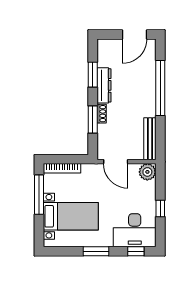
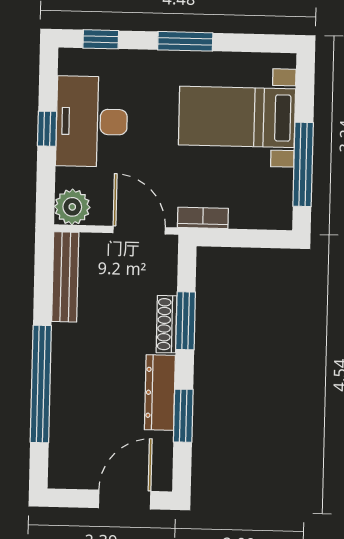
door: (134, 35) -> (125, 500), moved
shoe rack: (102, 114) -> (167, 324), width x1.43
bookcase: (62, 168) -> (203, 218), moved, width x0.64
desk: (135, 230) -> (92, 122), moved, turned -90

